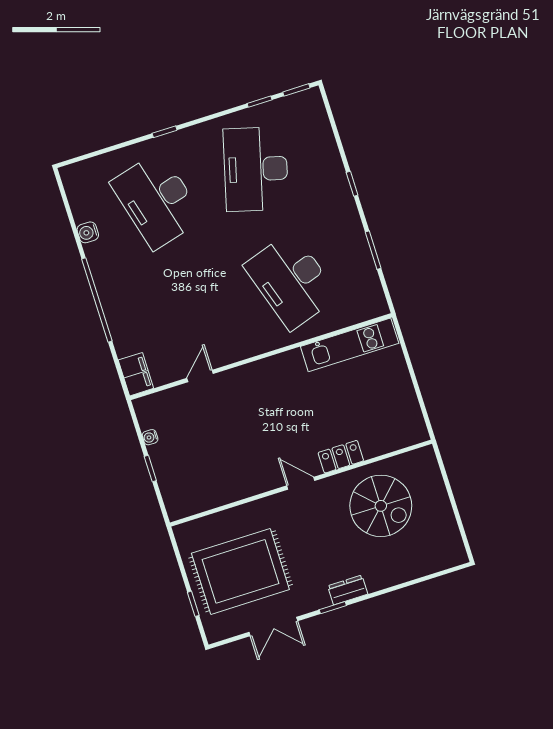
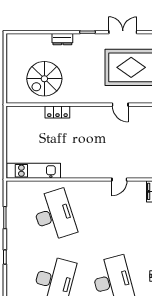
door: (301, 483) -> (120, 105), moved
spiral stairs: (381, 506) -> (44, 79), turned -90
dresser: (348, 590) -> (62, 39), moved

